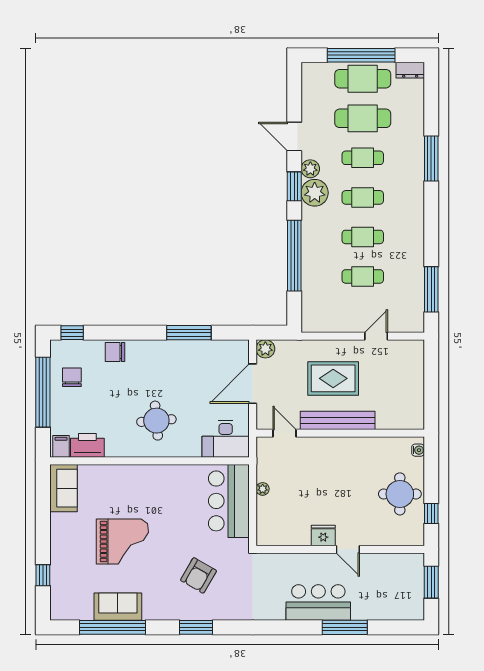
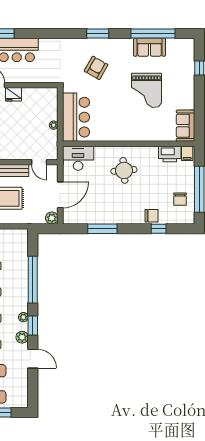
plant: (315, 193) -> (23, 317), width x0.53, depth x0.53
window: (72, 333) -> (159, 229), moved
grand piano: (122, 541) -> (147, 90), turned -90

